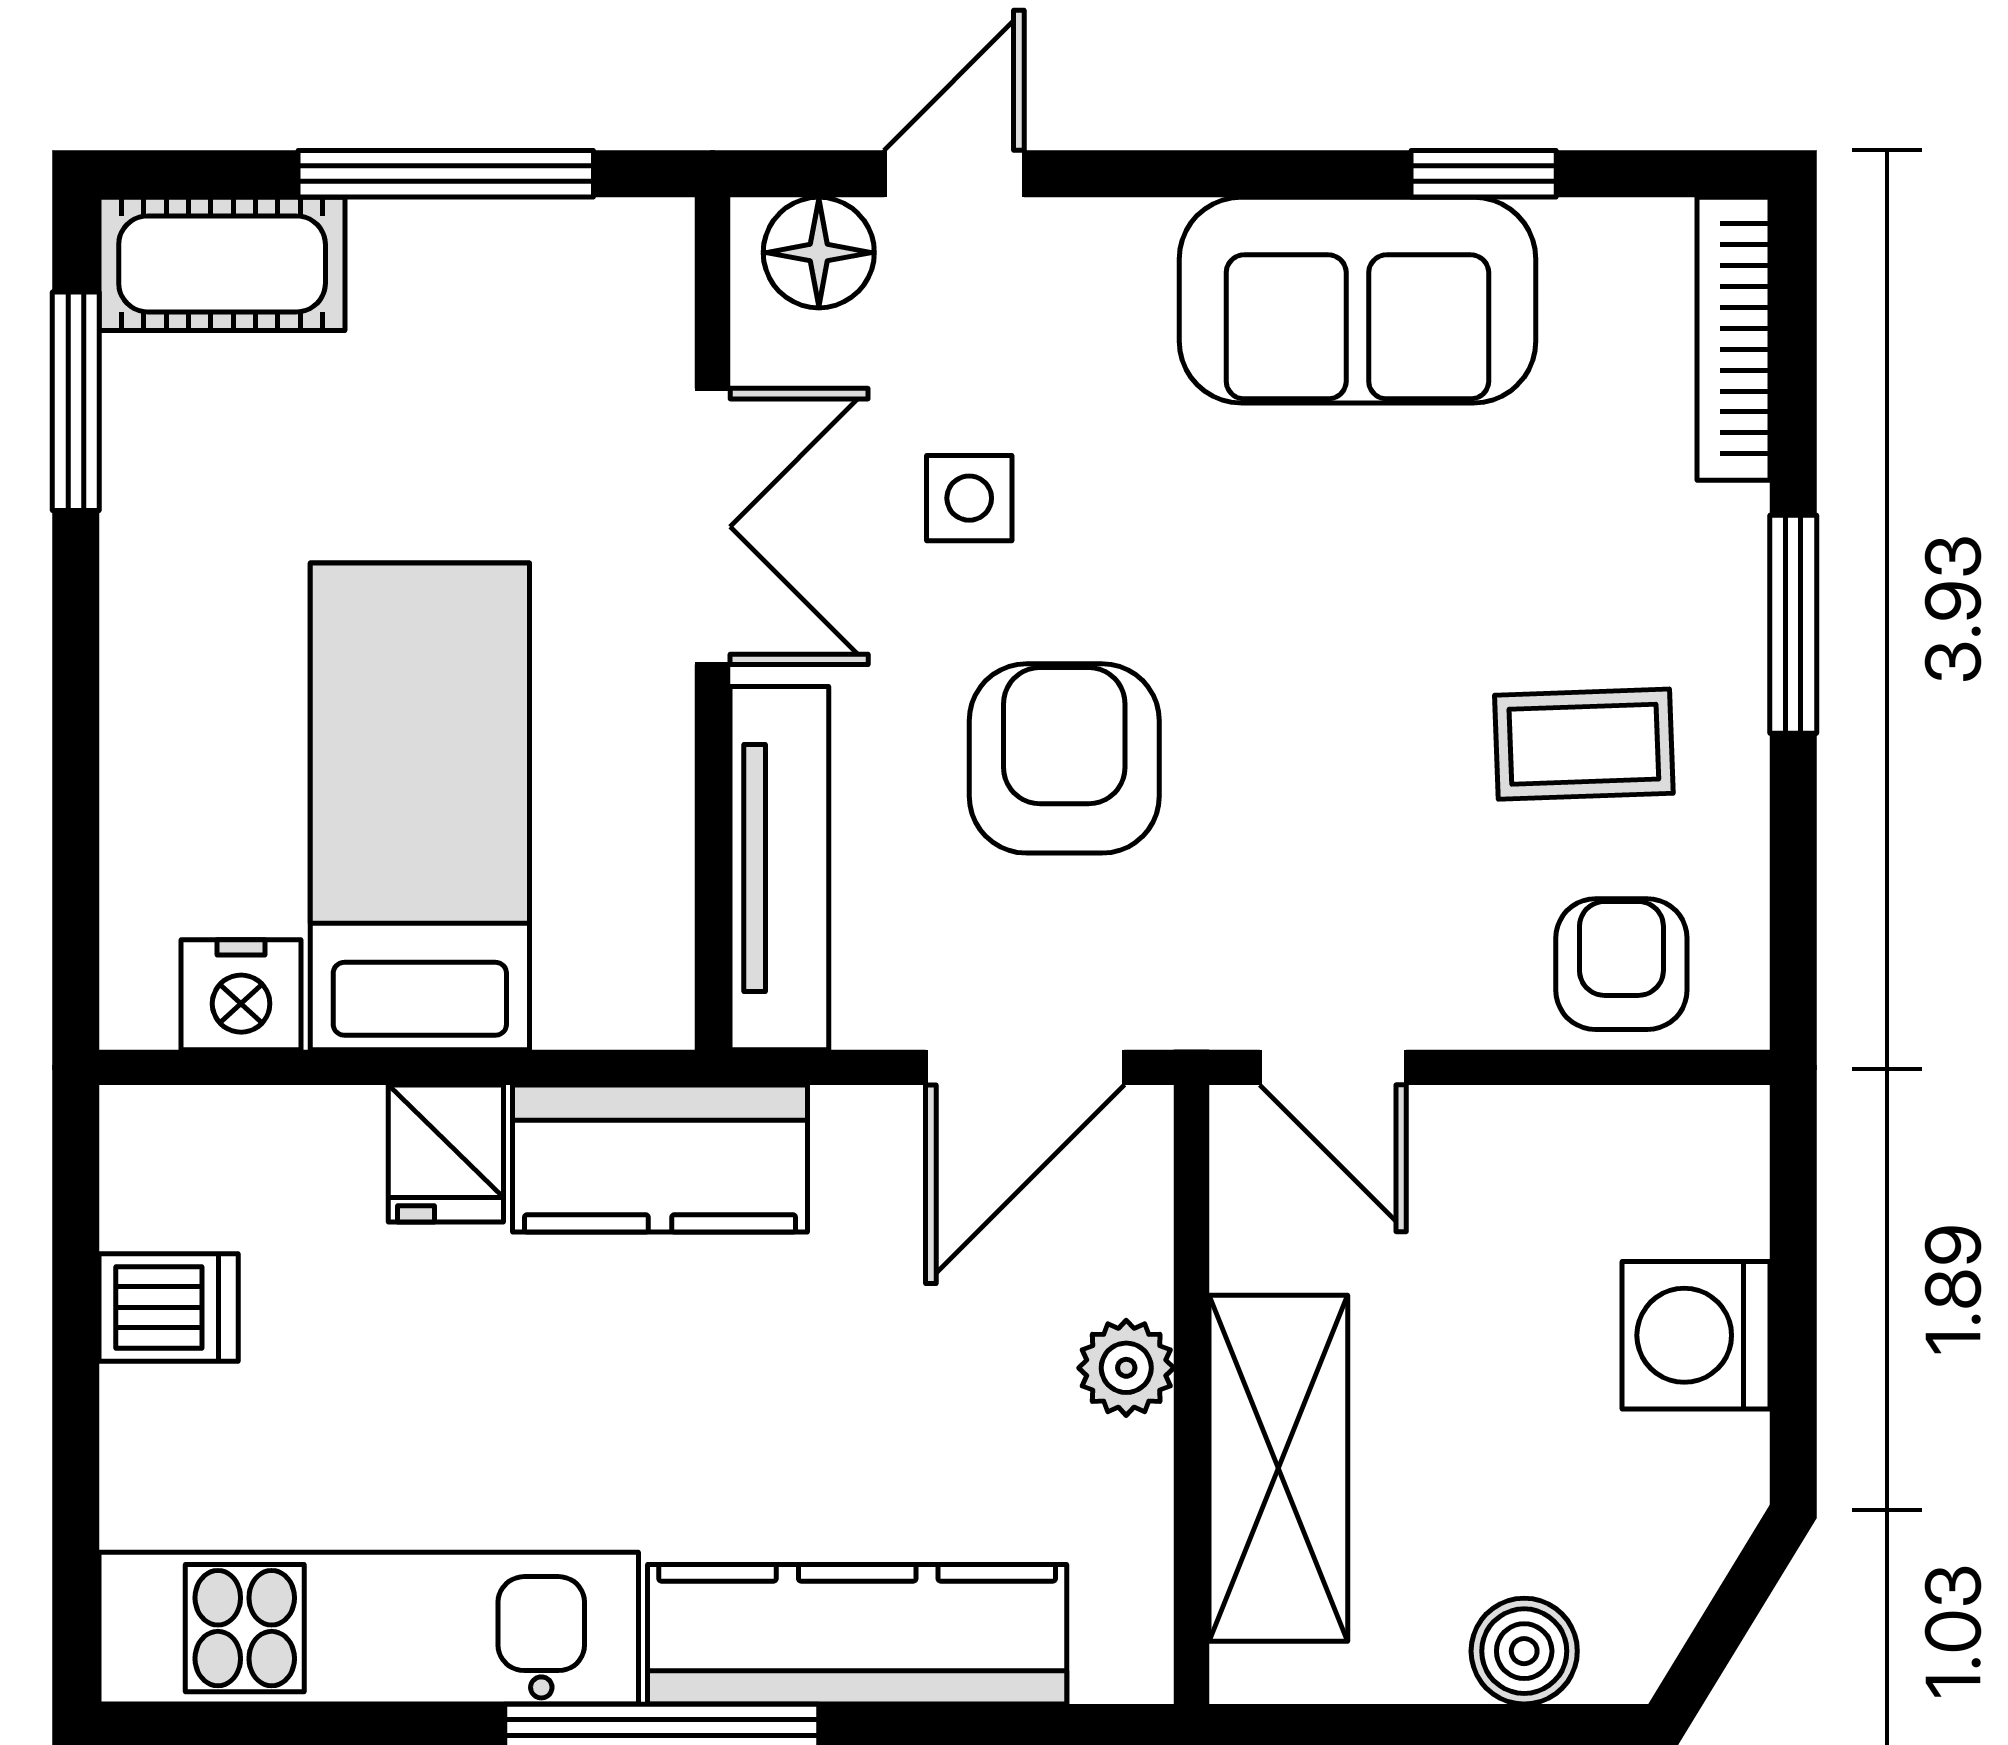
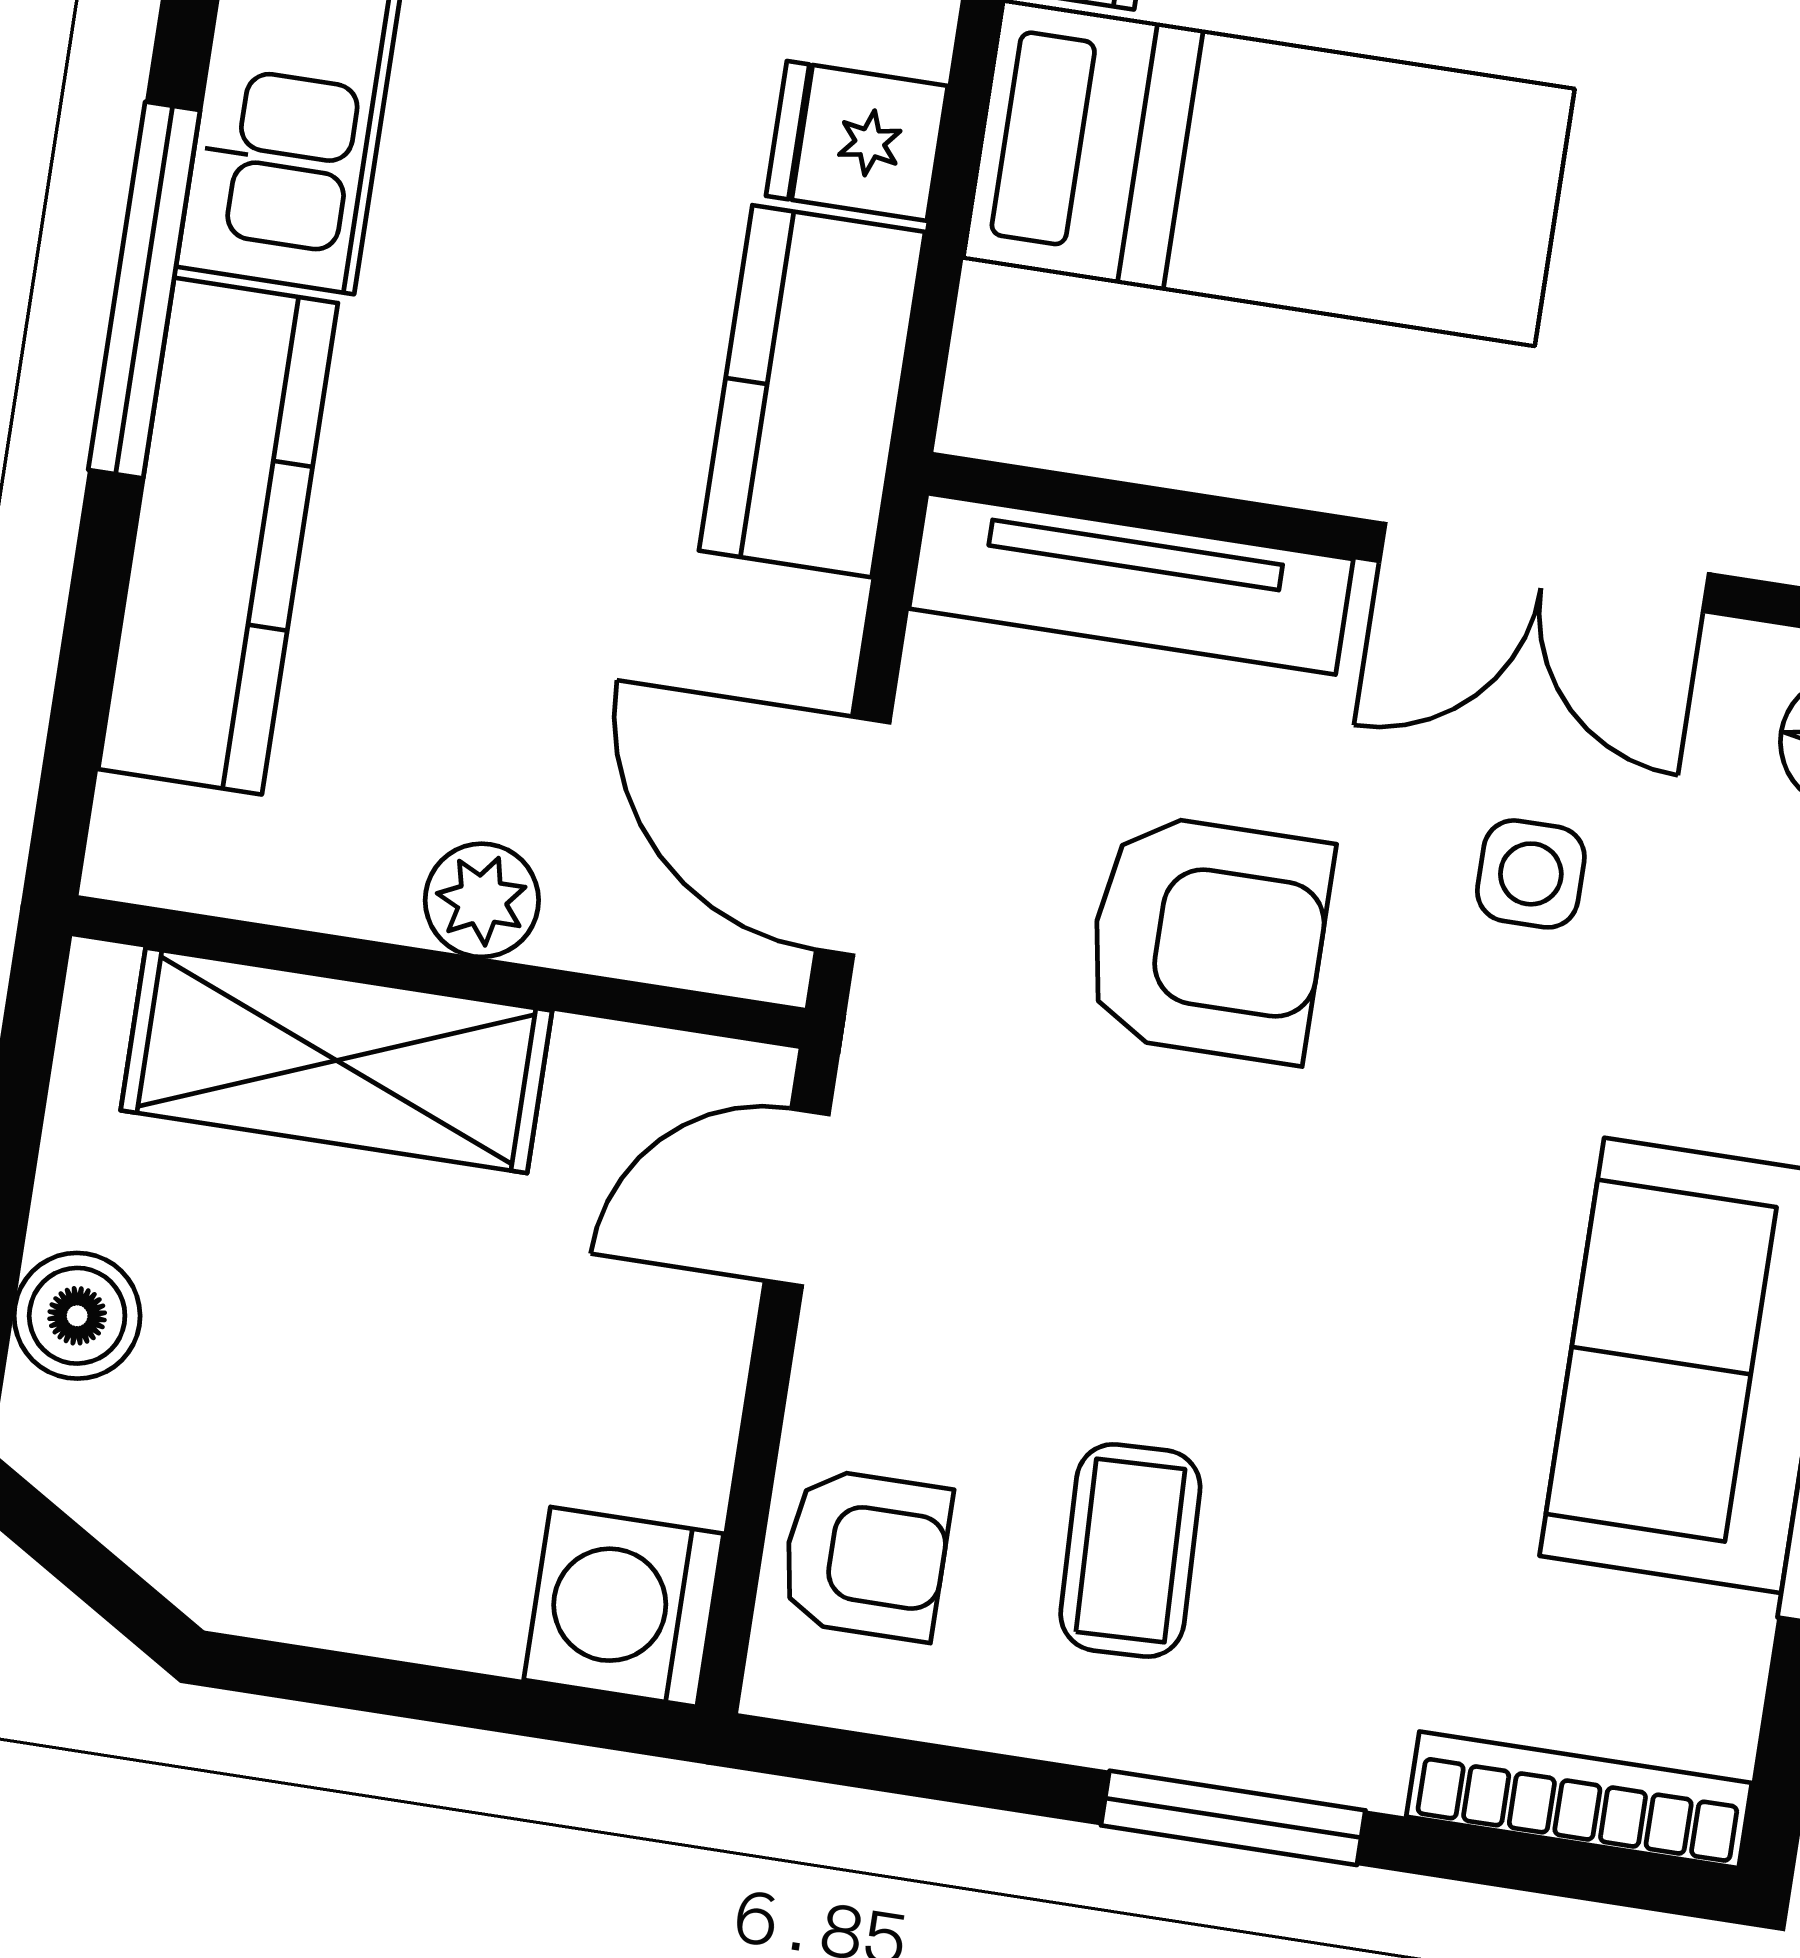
washing machine: (1696, 1335) -> (624, 1607), moved, turned -90

